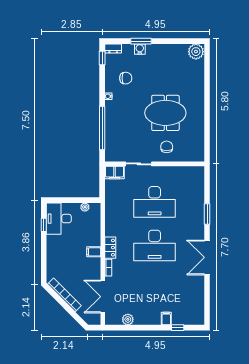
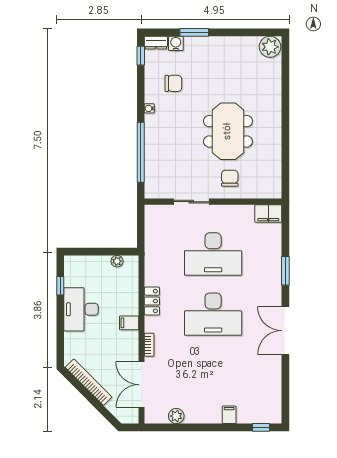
water cooler: (140, 49) -> (176, 43), moved
meeting table: (165, 113) -> (228, 131), turned 90
filing cabinet: (114, 172) -> (268, 213), moved
desk: (59, 219) -> (81, 309), moved
locker: (110, 248) -> (152, 301), moved
window: (178, 328) -> (261, 427), moved

